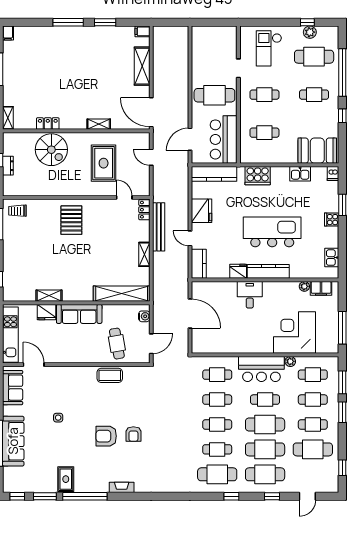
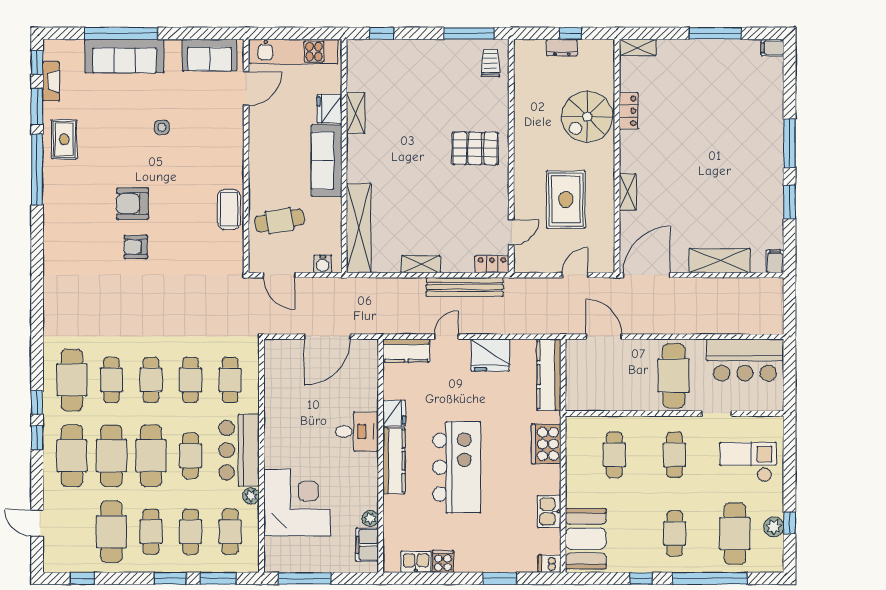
bar counter: (224, 139) -> (745, 360), moved, turned 180
rug: (104, 163) -> (566, 199), turned 90
cooker: (332, 220) -> (443, 561), moved
armchair: (106, 436) -> (132, 204), turned -90
rug: (66, 479) -> (64, 139), turned 90
fireplace: (122, 487) -> (51, 81), moved
window: (272, 496) -> (37, 438), moved

